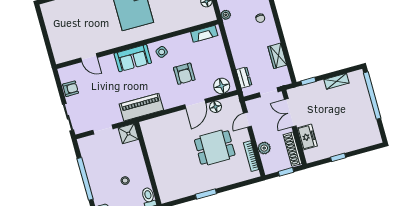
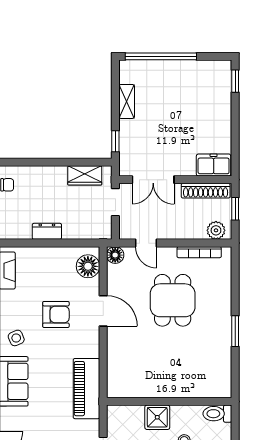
wardrobe: (277, 56) -> (85, 175), moved
dresser: (244, 78) -> (47, 231), moved
floor lamp: (216, 107) -> (115, 255), moved
shower: (128, 134) -> (157, 417), moved
freezer: (307, 137) -> (214, 165), moved
plant: (264, 148) -> (216, 230), moved
window: (338, 157) -> (235, 81), moved

